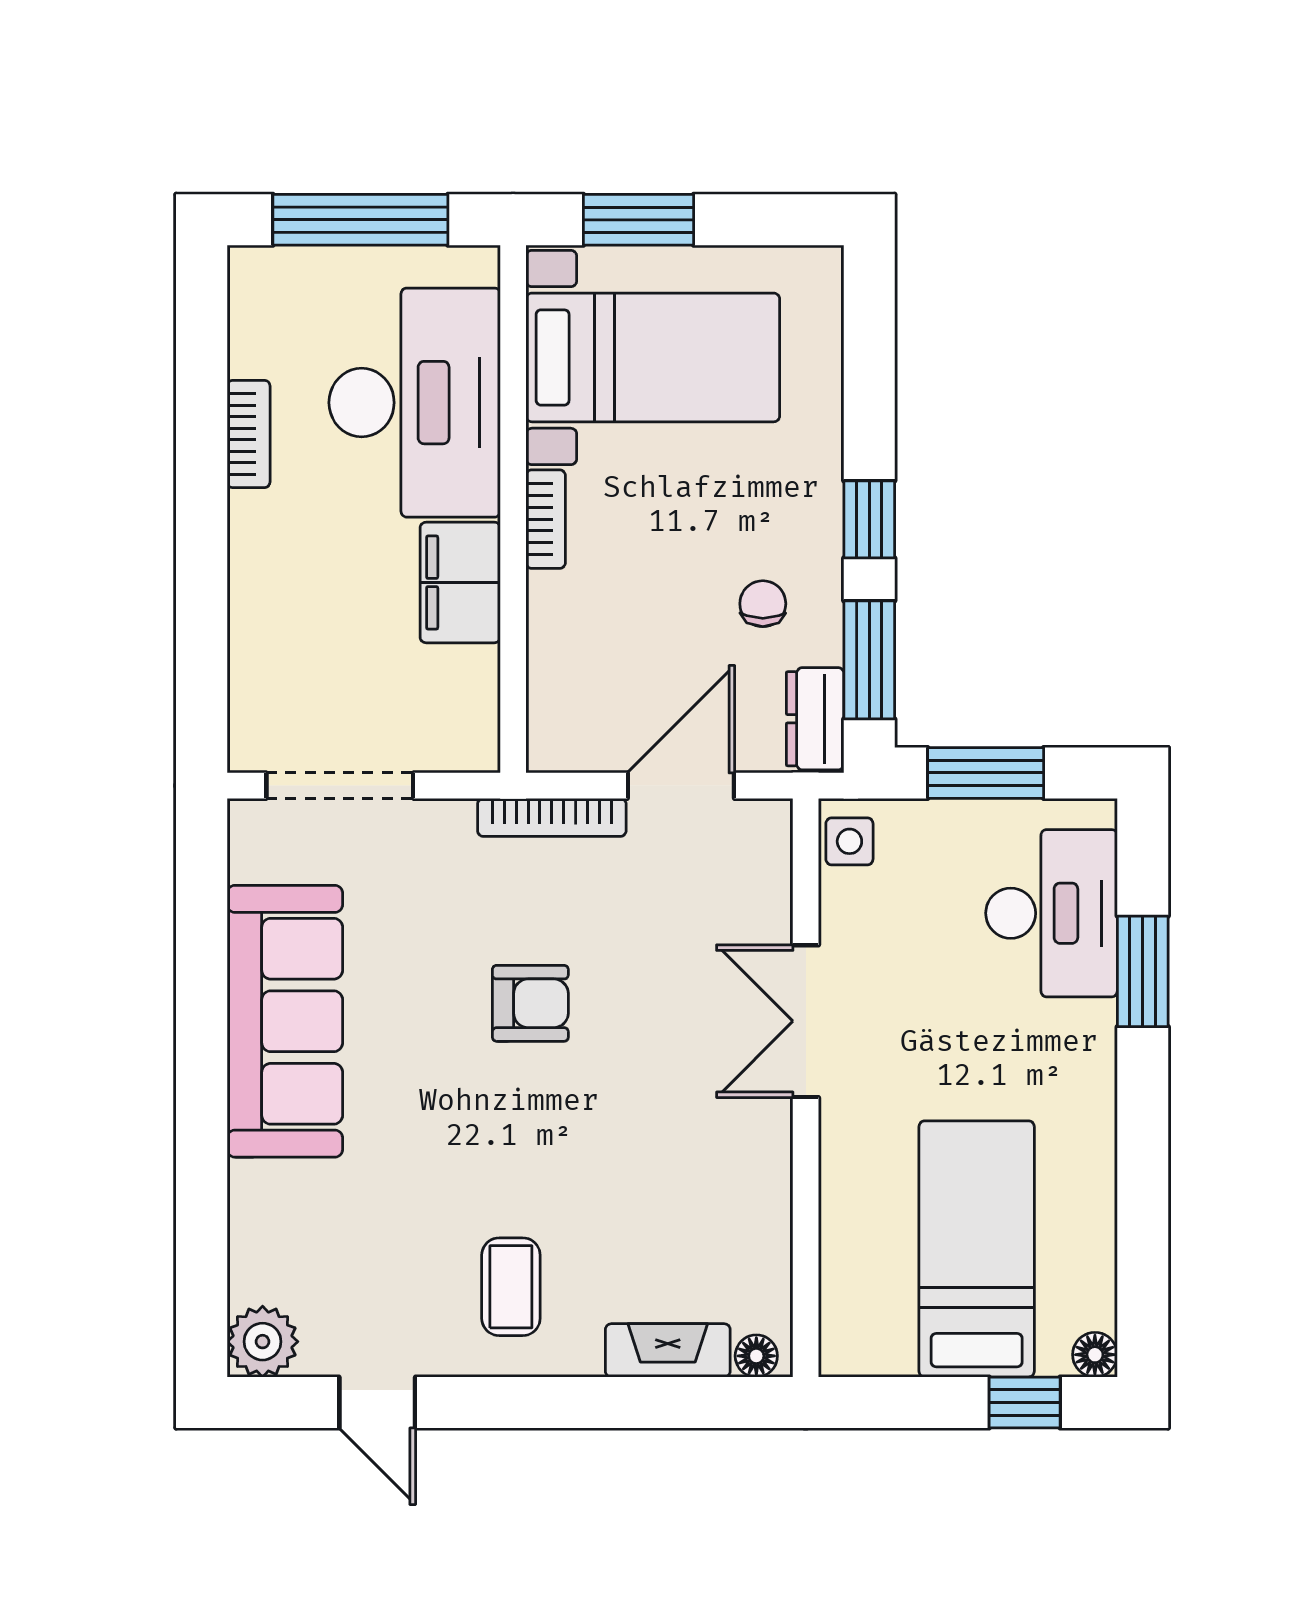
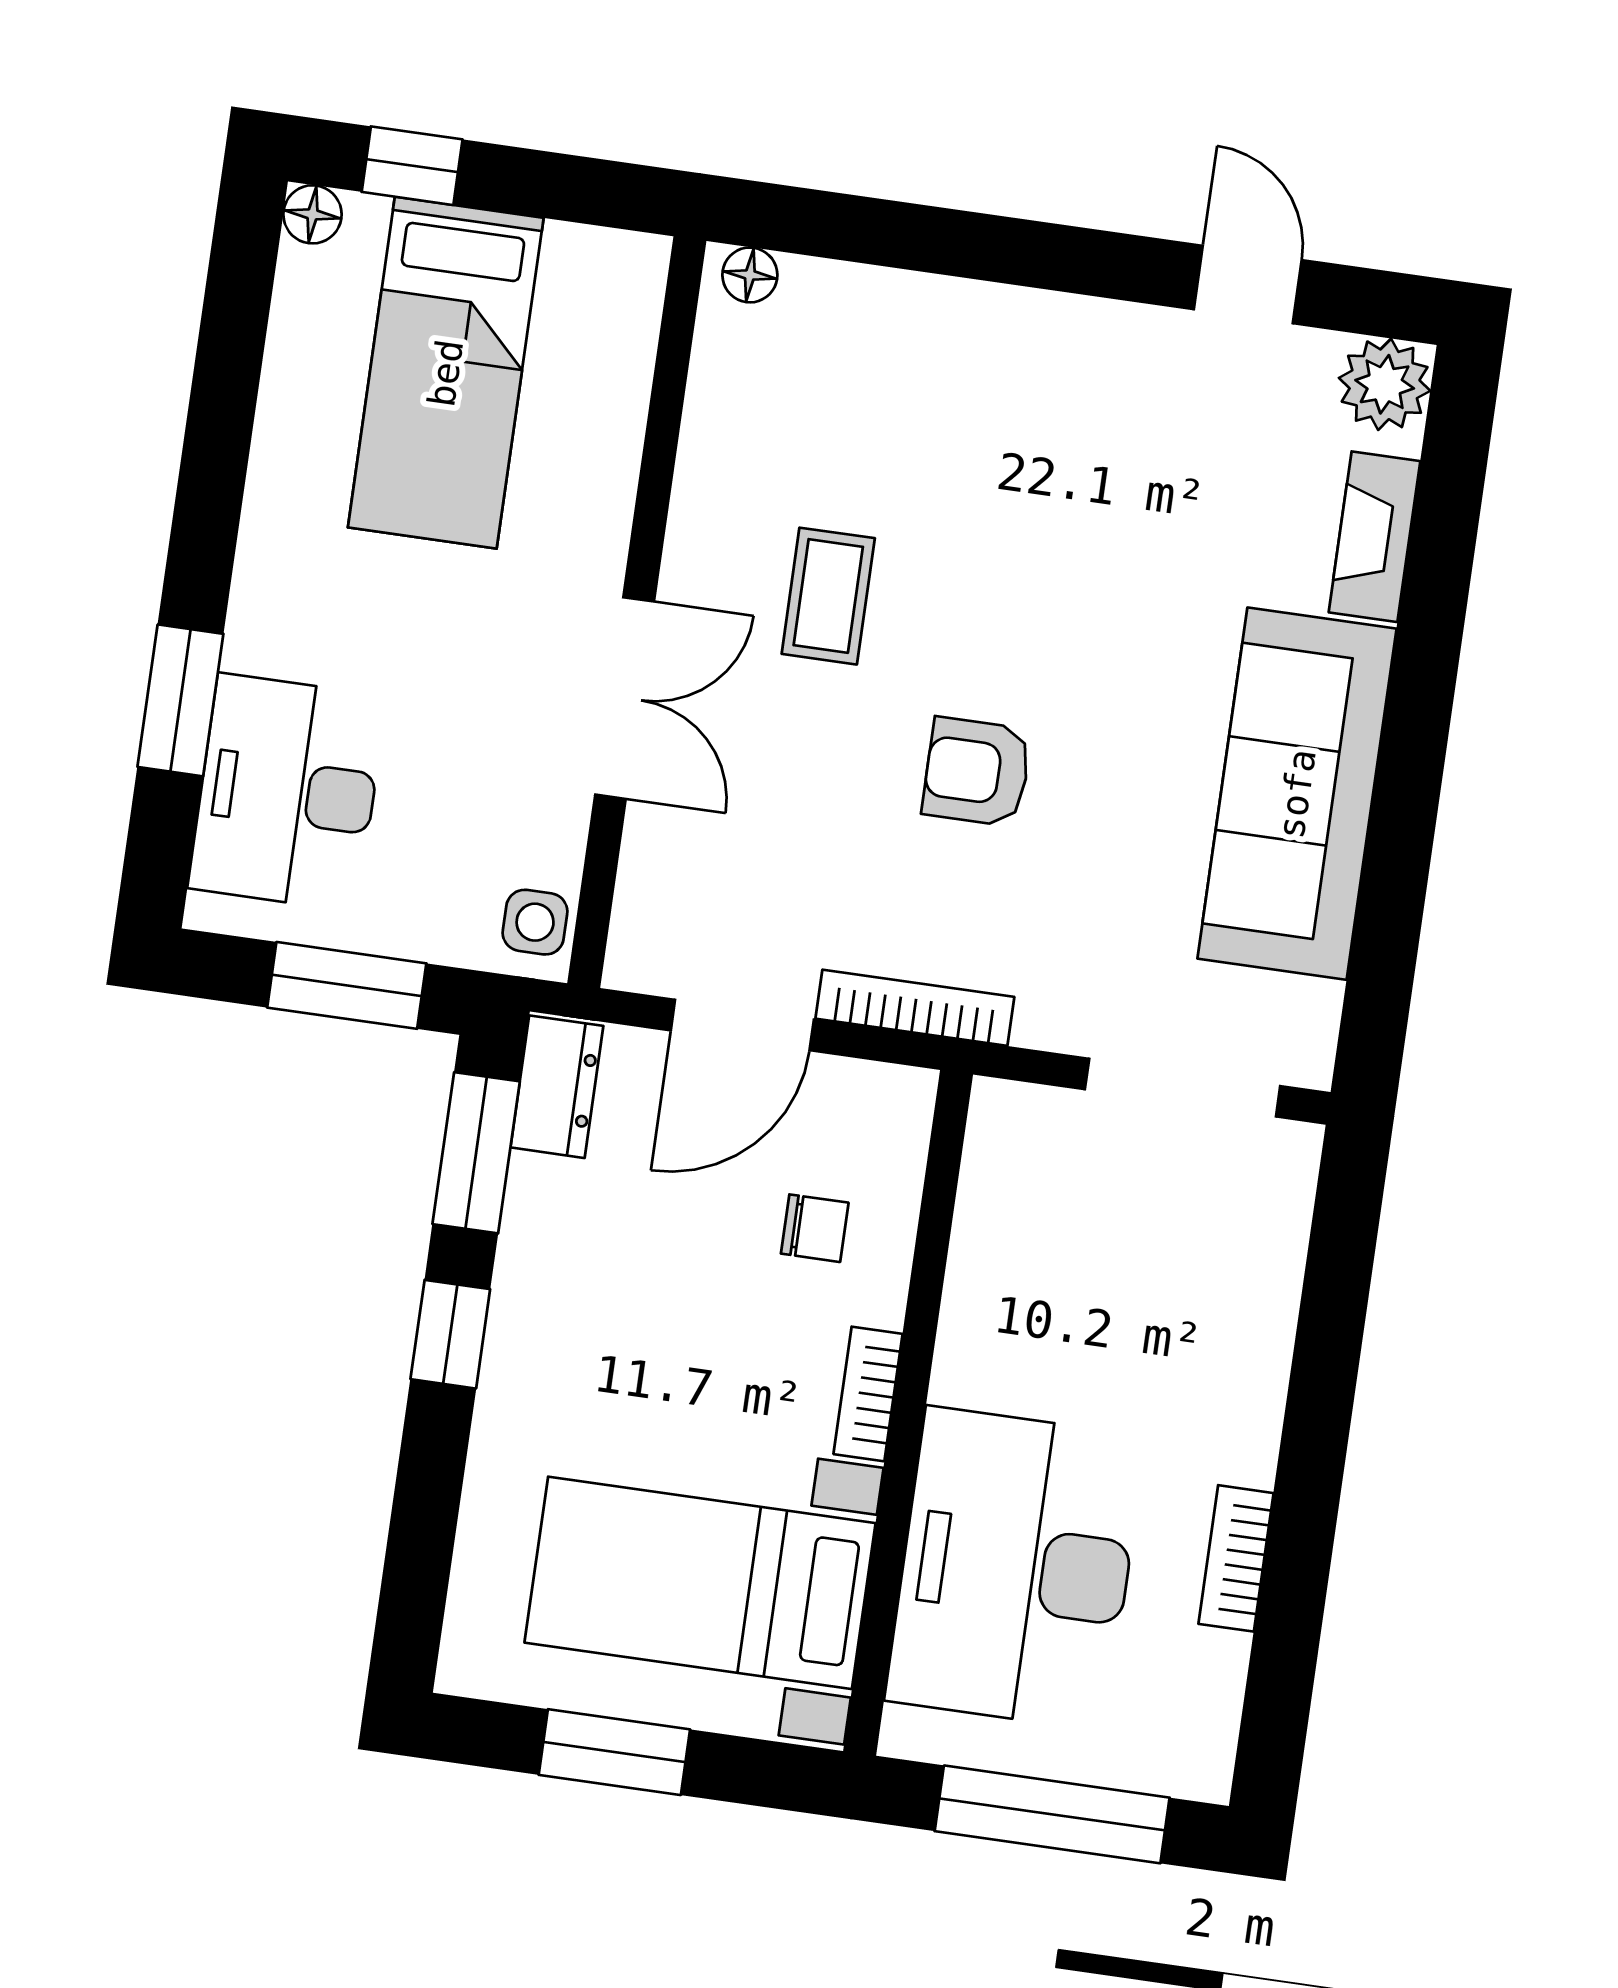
window: (638, 220) -> (614, 1752), moved
filing cabinet: (460, 582) -> (990, 1328), removed
chair: (763, 604) -> (815, 1228), moved, turned -90
coffee table: (511, 1287) -> (828, 596), moved
fireplace: (668, 1350) -> (1375, 537), moved, turned 90

